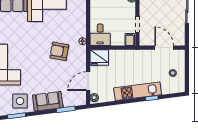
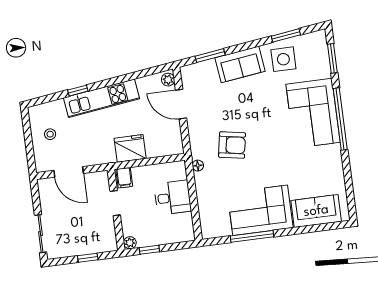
desk: (100, 35) -> (173, 198), moved, turned 90
fridge: (99, 58) -> (130, 148), moved
door: (88, 81) -> (181, 104), swing flipped

